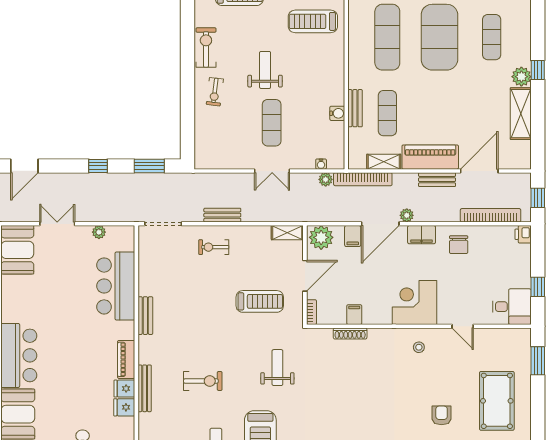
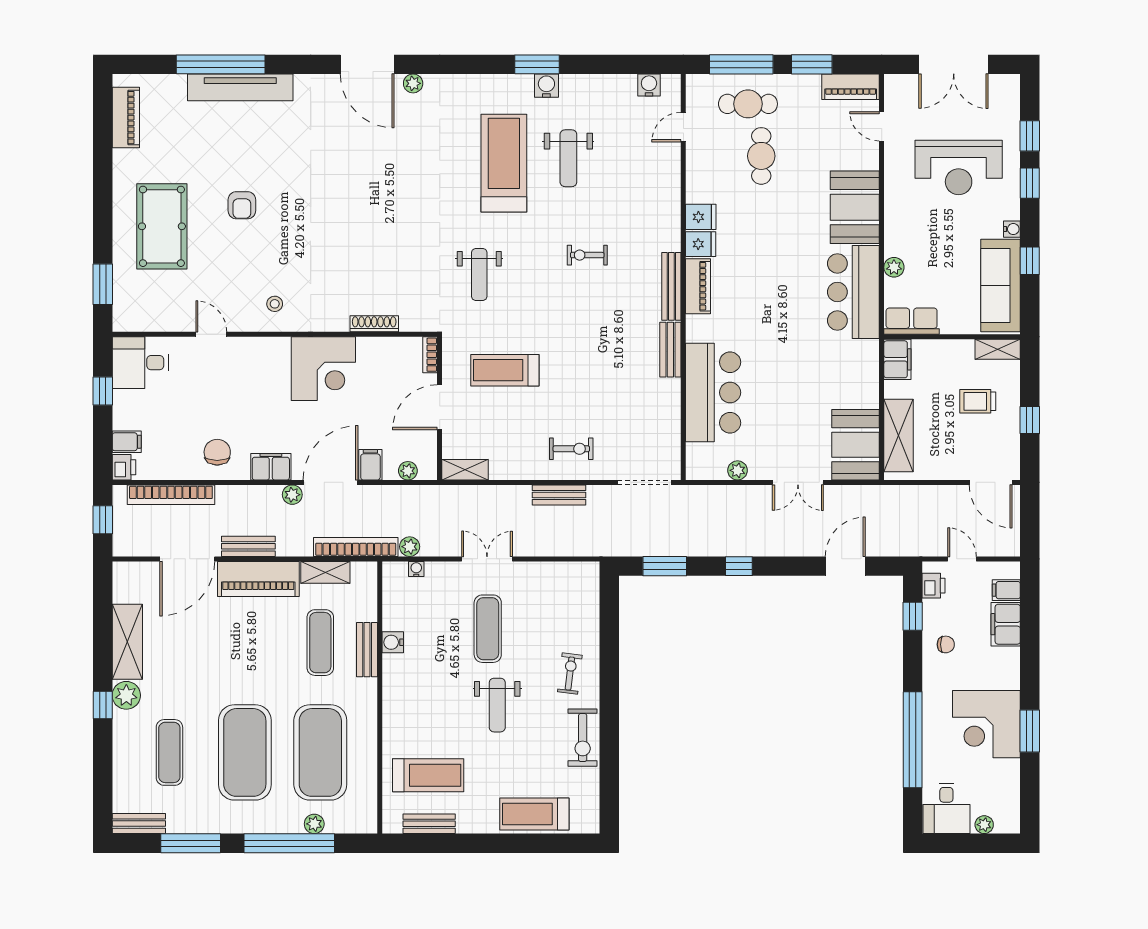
exercise mat: (387, 37) -> (320, 752), width x1.47
plant: (321, 237) -> (408, 471), width x0.53, depth x0.53
corner desk: (415, 302) -> (323, 369), moved
filing cabinet: (354, 315) -> (127, 442), moved, turned -90
exercise bike: (203, 381) -> (587, 255), width x0.73, depth x0.72
bench: (145, 388) -> (671, 286), moved

